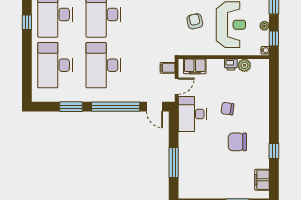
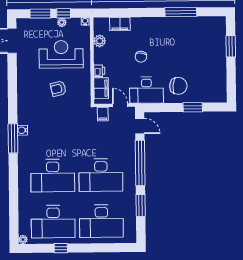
window: (274, 39) -> (64, 13), moved
printer: (231, 65) -> (99, 71), moved
door: (155, 107) -> (140, 126), hinge flipped
chair: (237, 142) -> (178, 86), moved, turned -85
window: (274, 151) -> (181, 12), width x2.17
window: (174, 163) -> (193, 107), width x0.69
filing cabinet: (262, 180) -> (120, 24), moved

